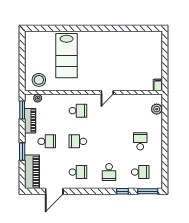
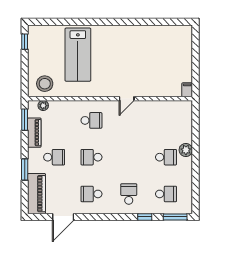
window: (22, 45) -> (25, 42), added
plant: (157, 109) -> (186, 150), moved
school desk: (140, 141) -> (166, 157), turned 90
school desk: (78, 172) -> (91, 194), turned 180
school desk: (109, 172) -> (129, 194), turned 180

